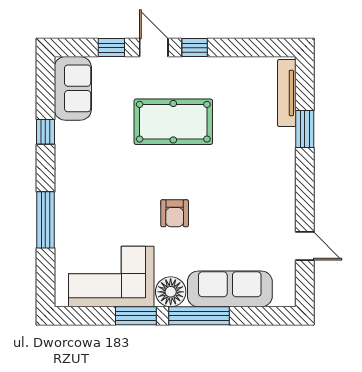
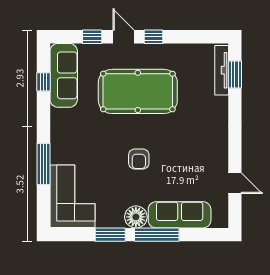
sofa: (73, 88) -> (64, 75), width x1.36
pool table: (173, 122) -> (138, 91), width x1.36, depth x1.32
window: (305, 129) -> (235, 74), moved
window: (45, 132) -> (44, 82), moved
corner sofa: (111, 277) -> (72, 196), moved, turned 90

